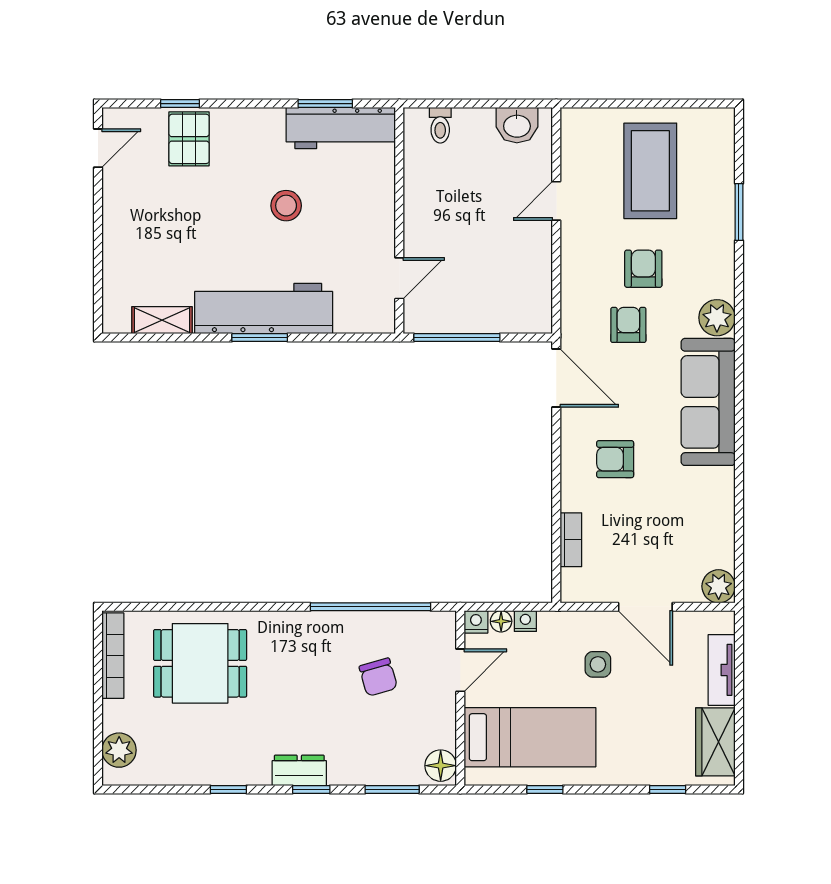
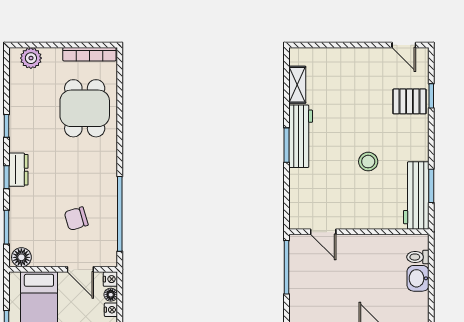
washbasin: (517, 125) -> (418, 278), moved
workbench: (264, 309) -> (301, 136), width x0.73, depth x0.76

